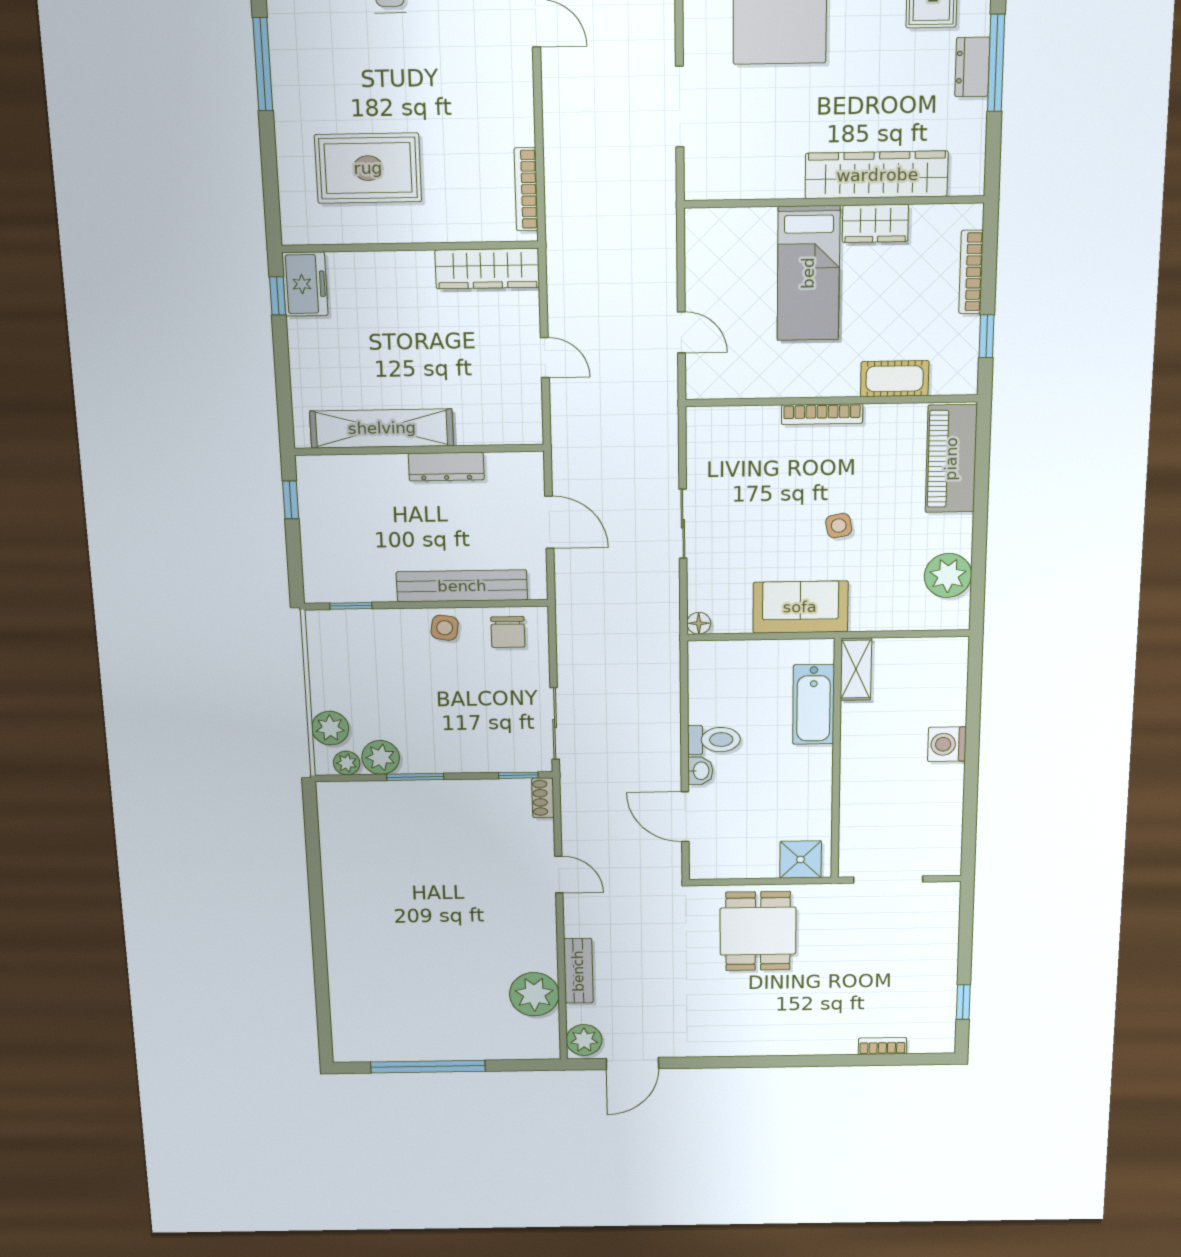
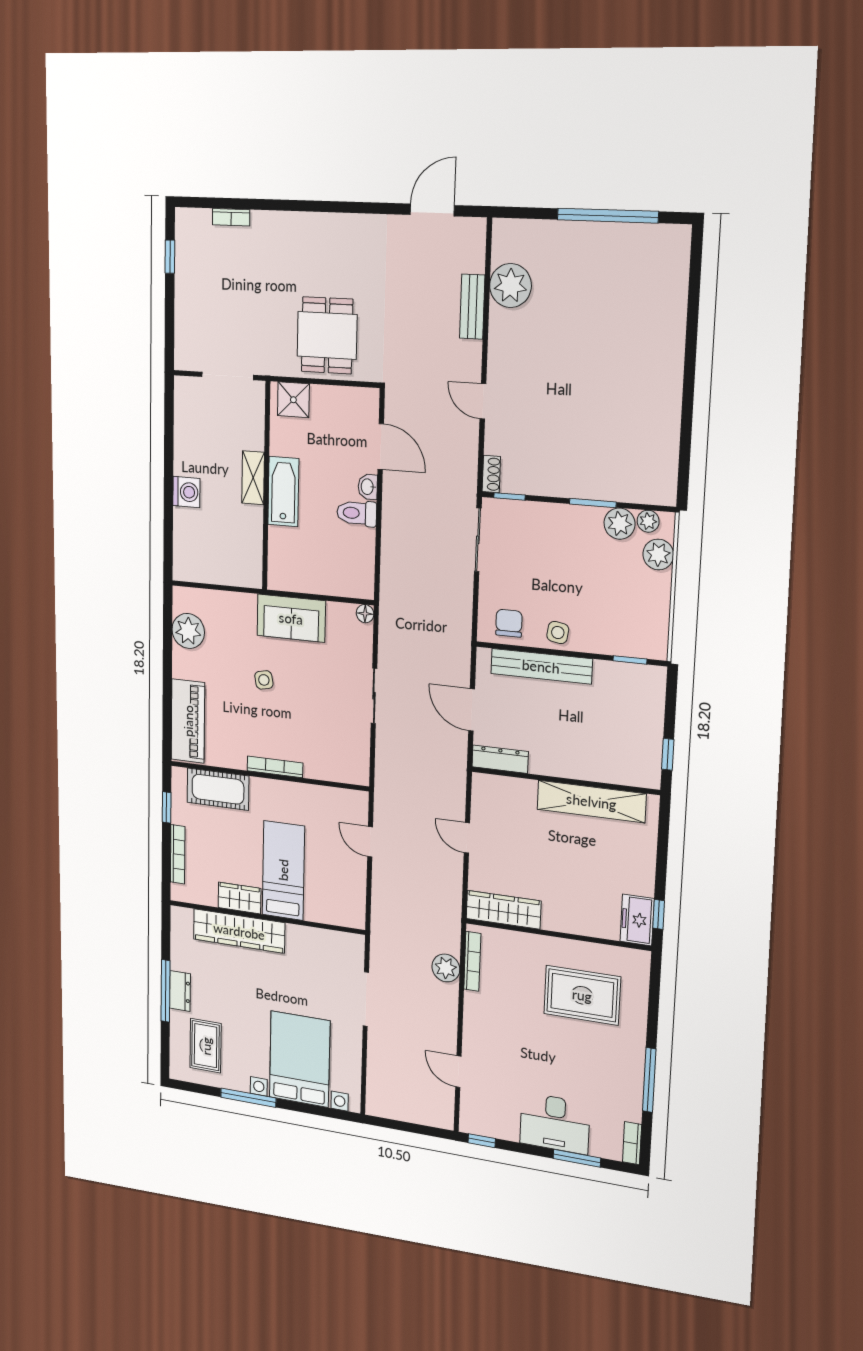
cot: (895, 379) -> (218, 789), width x1.37, depth x1.34
dresser: (446, 467) -> (500, 759), moved
shelving: (856, 669) -> (253, 478), moved
bathtub: (814, 704) -> (283, 492), moved
plant: (584, 1040) -> (446, 968), moved

